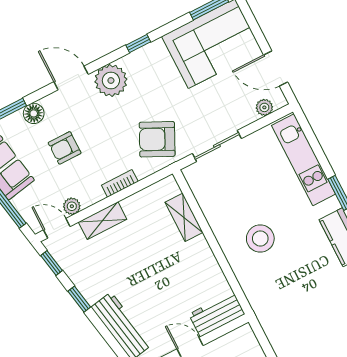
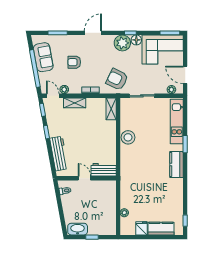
door: (71, 78) -> (93, 33), hinge flipped
plant: (111, 80) -> (122, 43), moved
floor lamp: (34, 113) -> (136, 40), moved
shelving: (184, 217) -> (111, 109), moved
stool: (260, 239) -> (128, 137), moved

